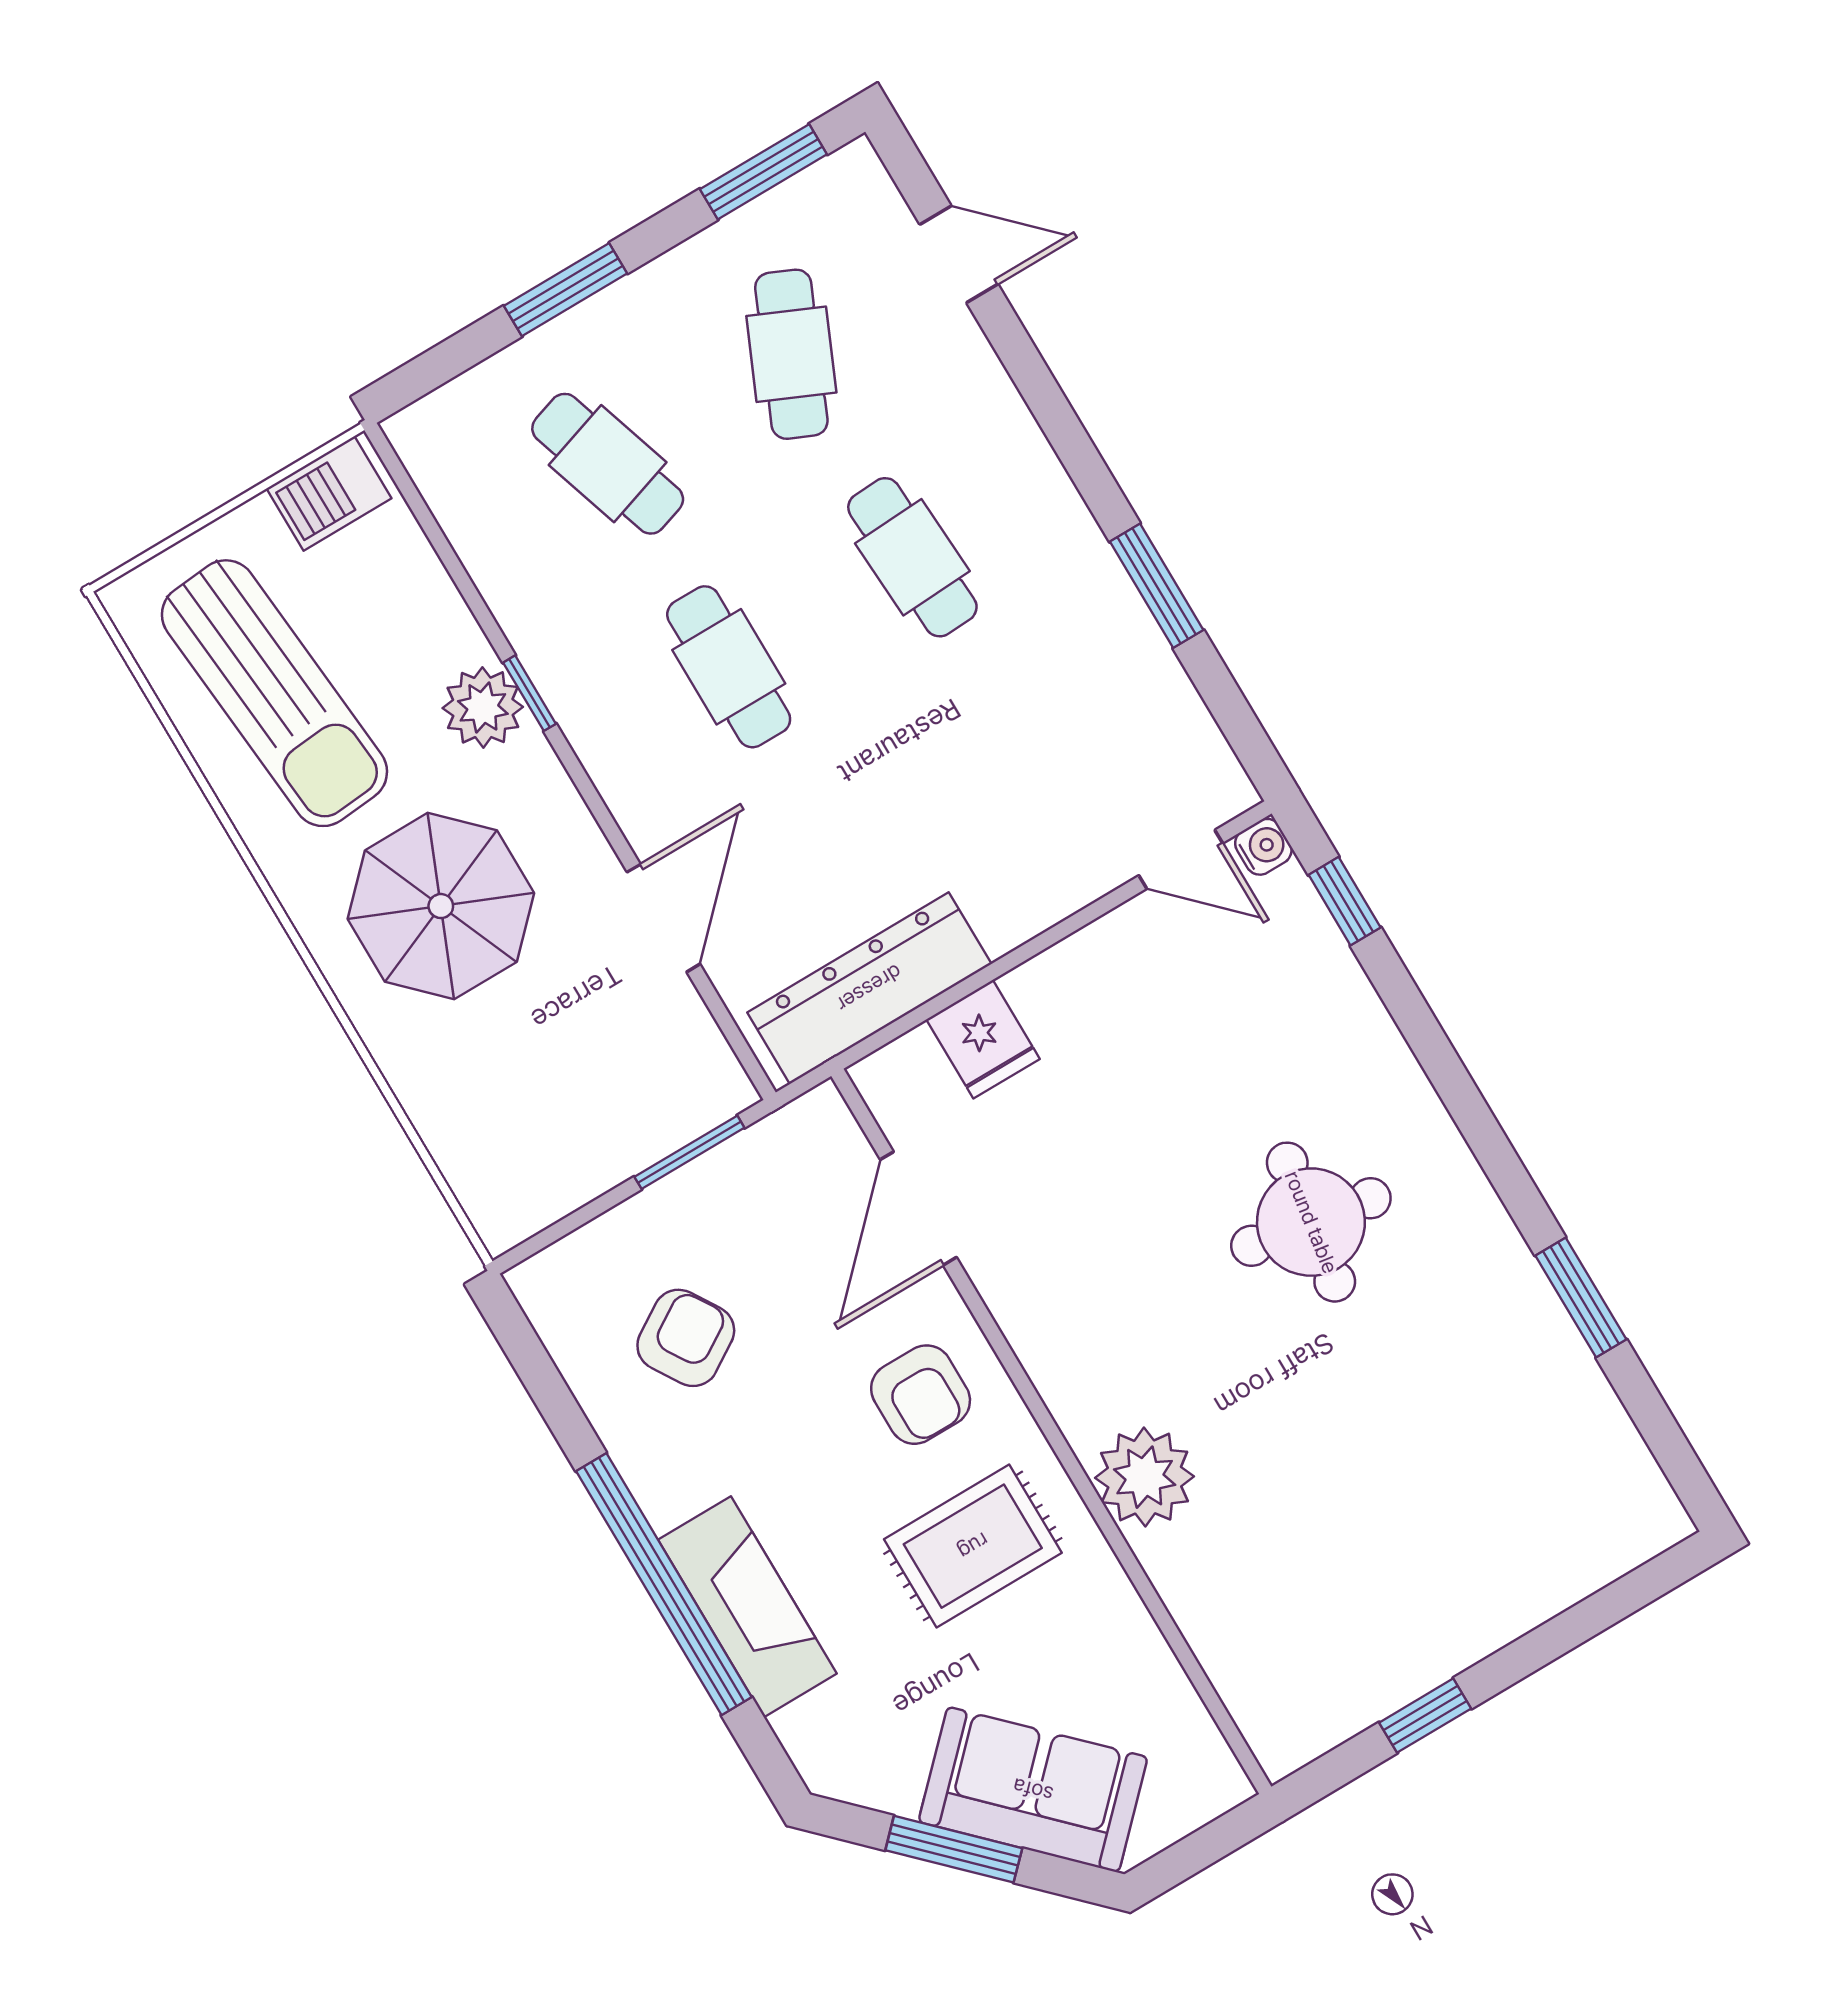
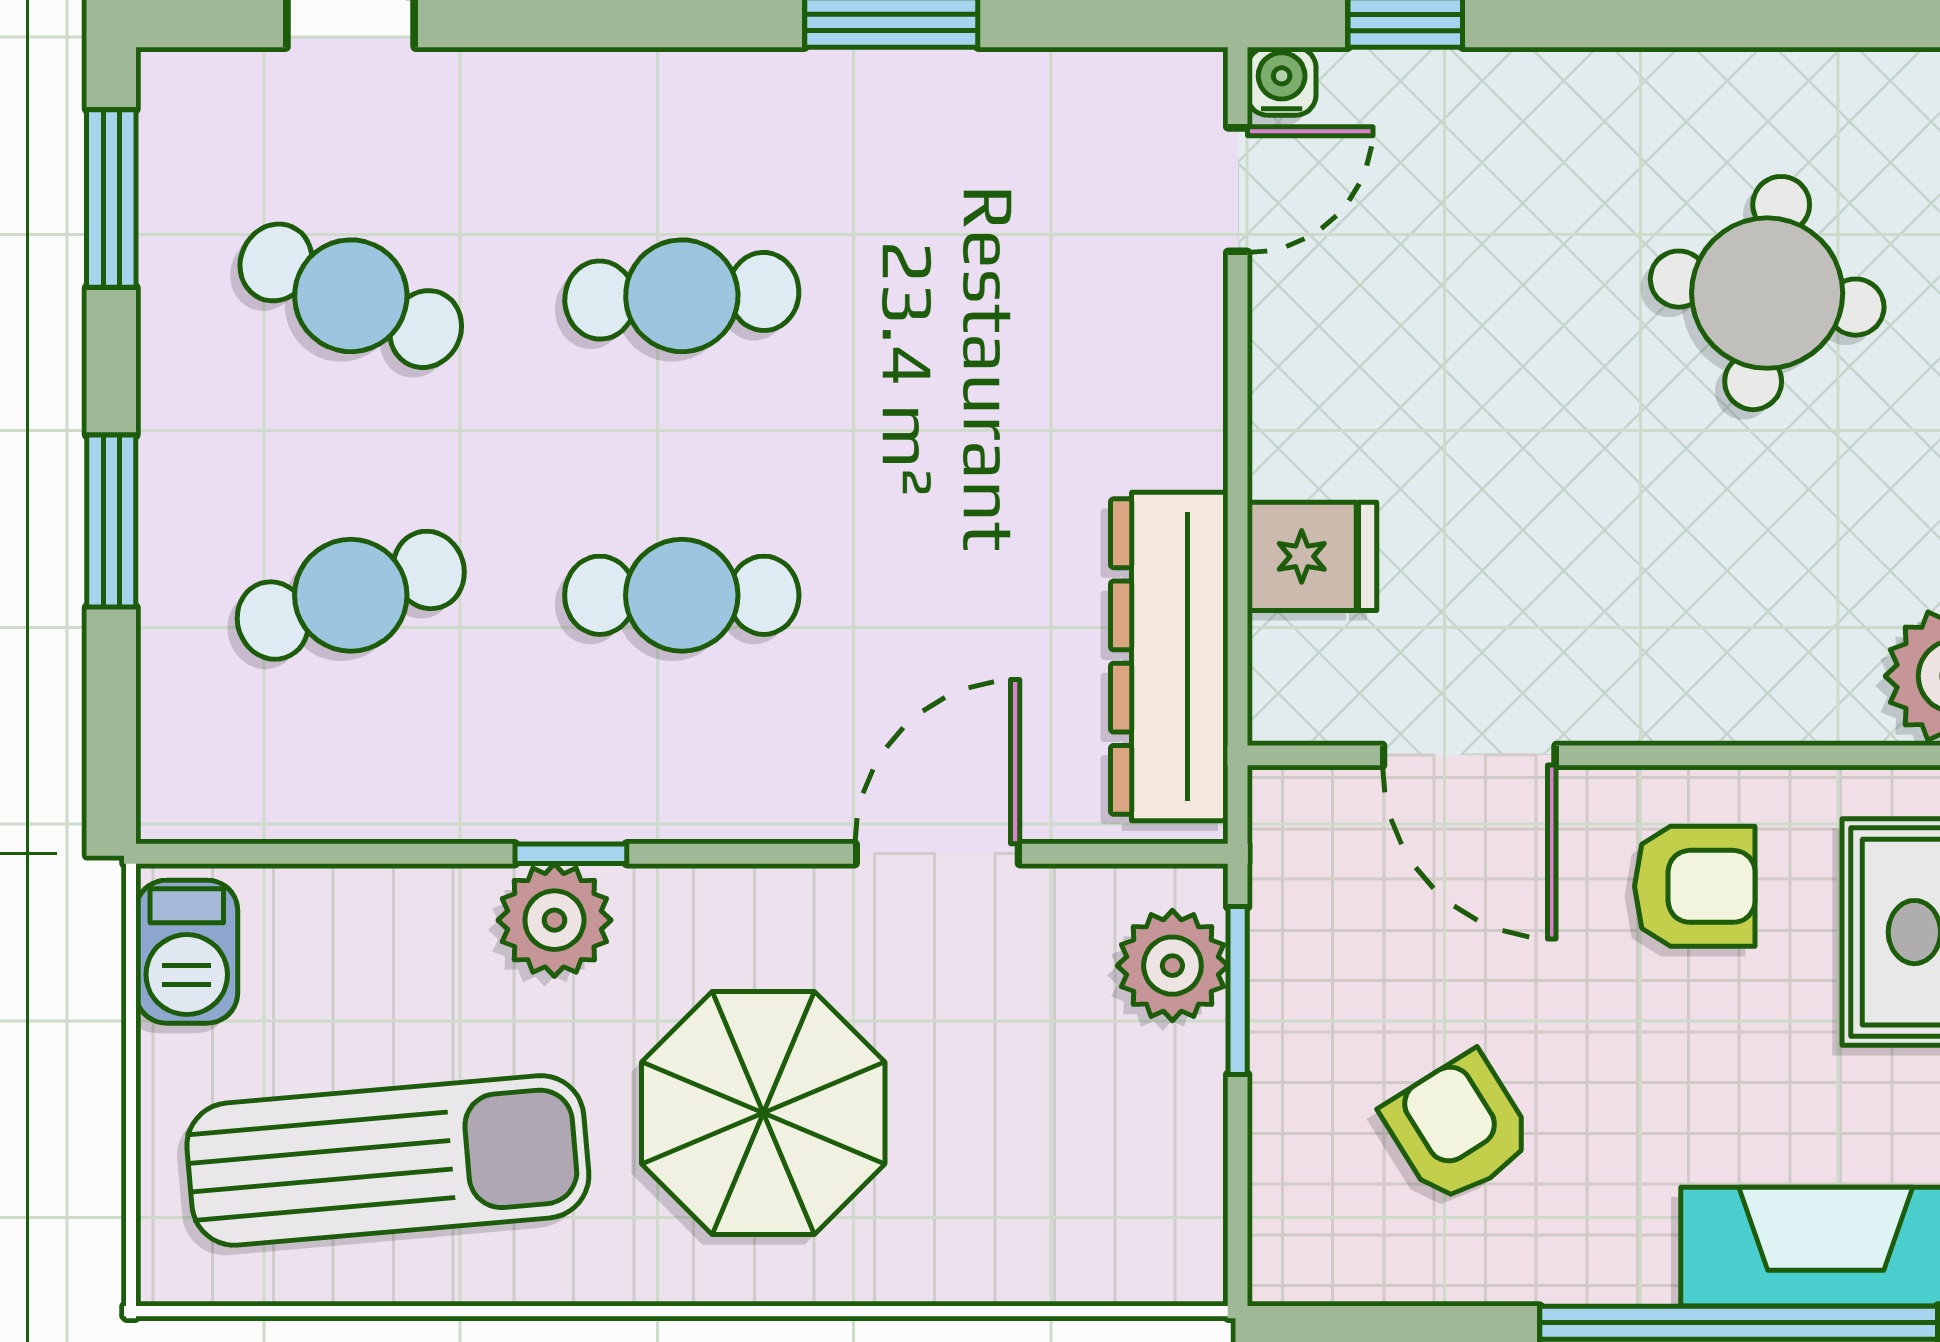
door: (664, 918) -> (937, 854), hinge flipped
plant: (681, 1103) -> (1172, 966), added

